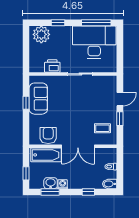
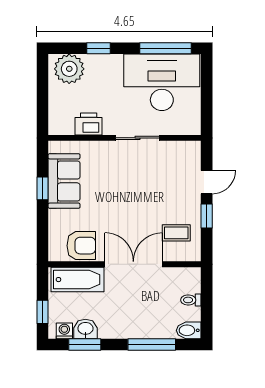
armchair: (48, 135) -> (81, 246), turned 90
double door: (78, 146) -> (133, 264), swing flipped
washing machine: (63, 184) -> (64, 331), moved
window: (88, 192) -> (152, 344), width x2.17

